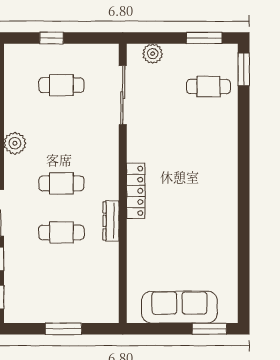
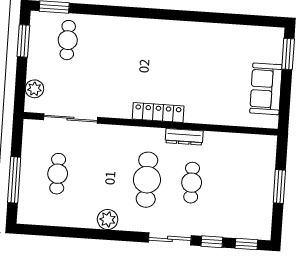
window: (51, 38) -> (14, 180), width x2.17
cafe table: (61, 183) -> (147, 180), width x1.37, depth x1.35
sofa: (179, 307) -> (266, 89), width x0.73

